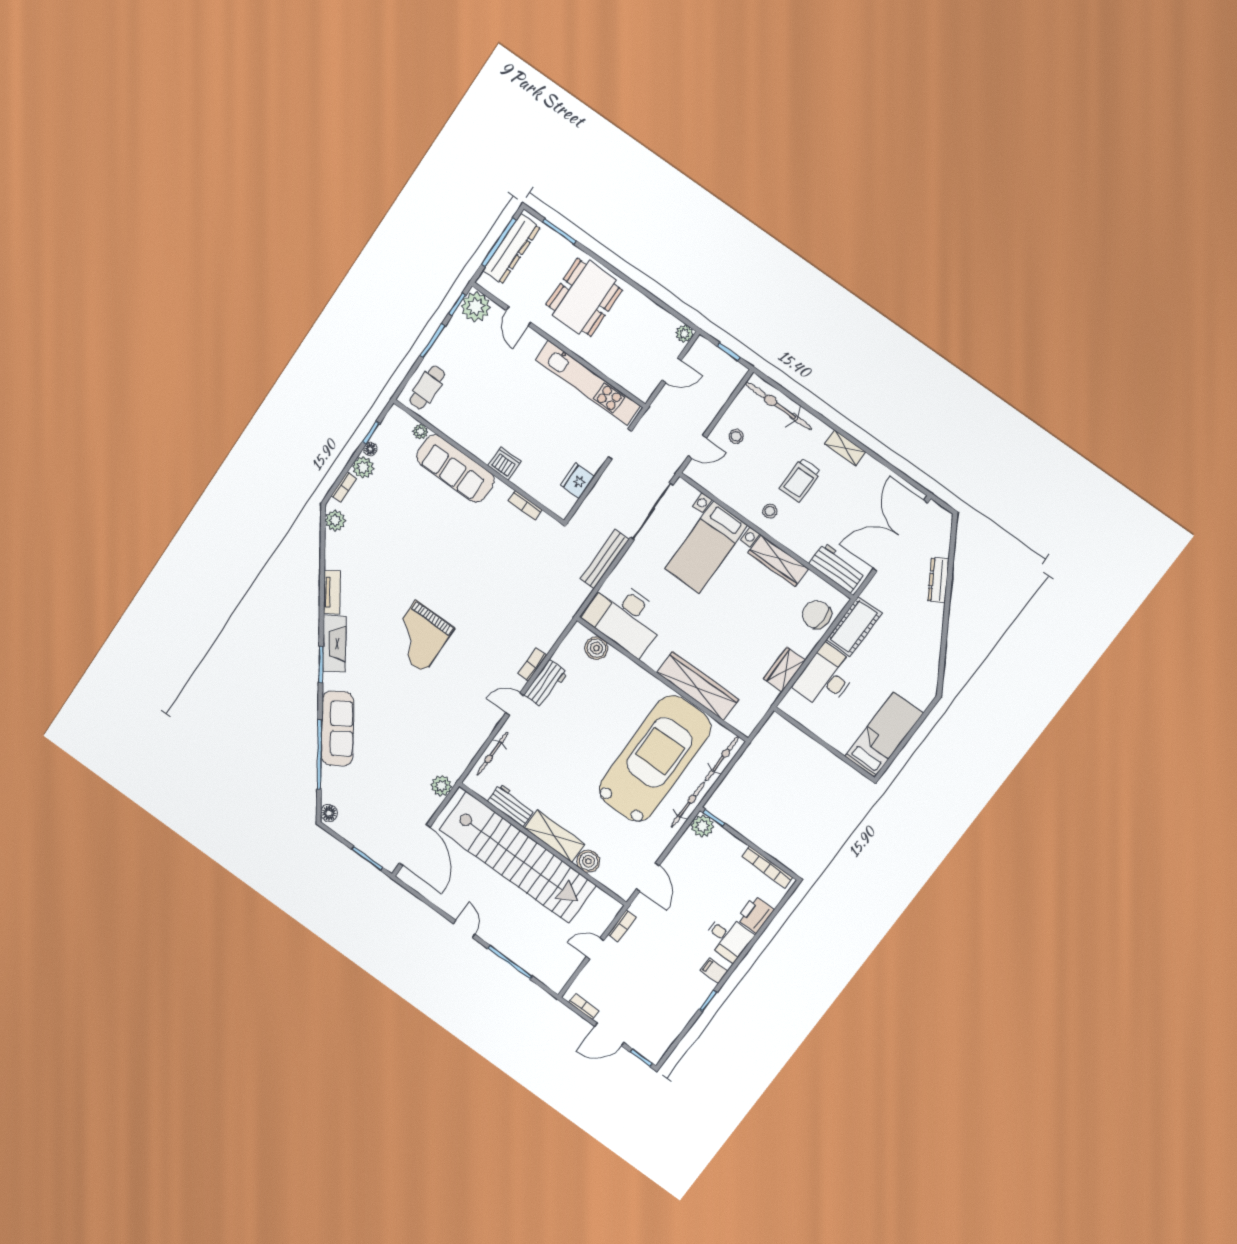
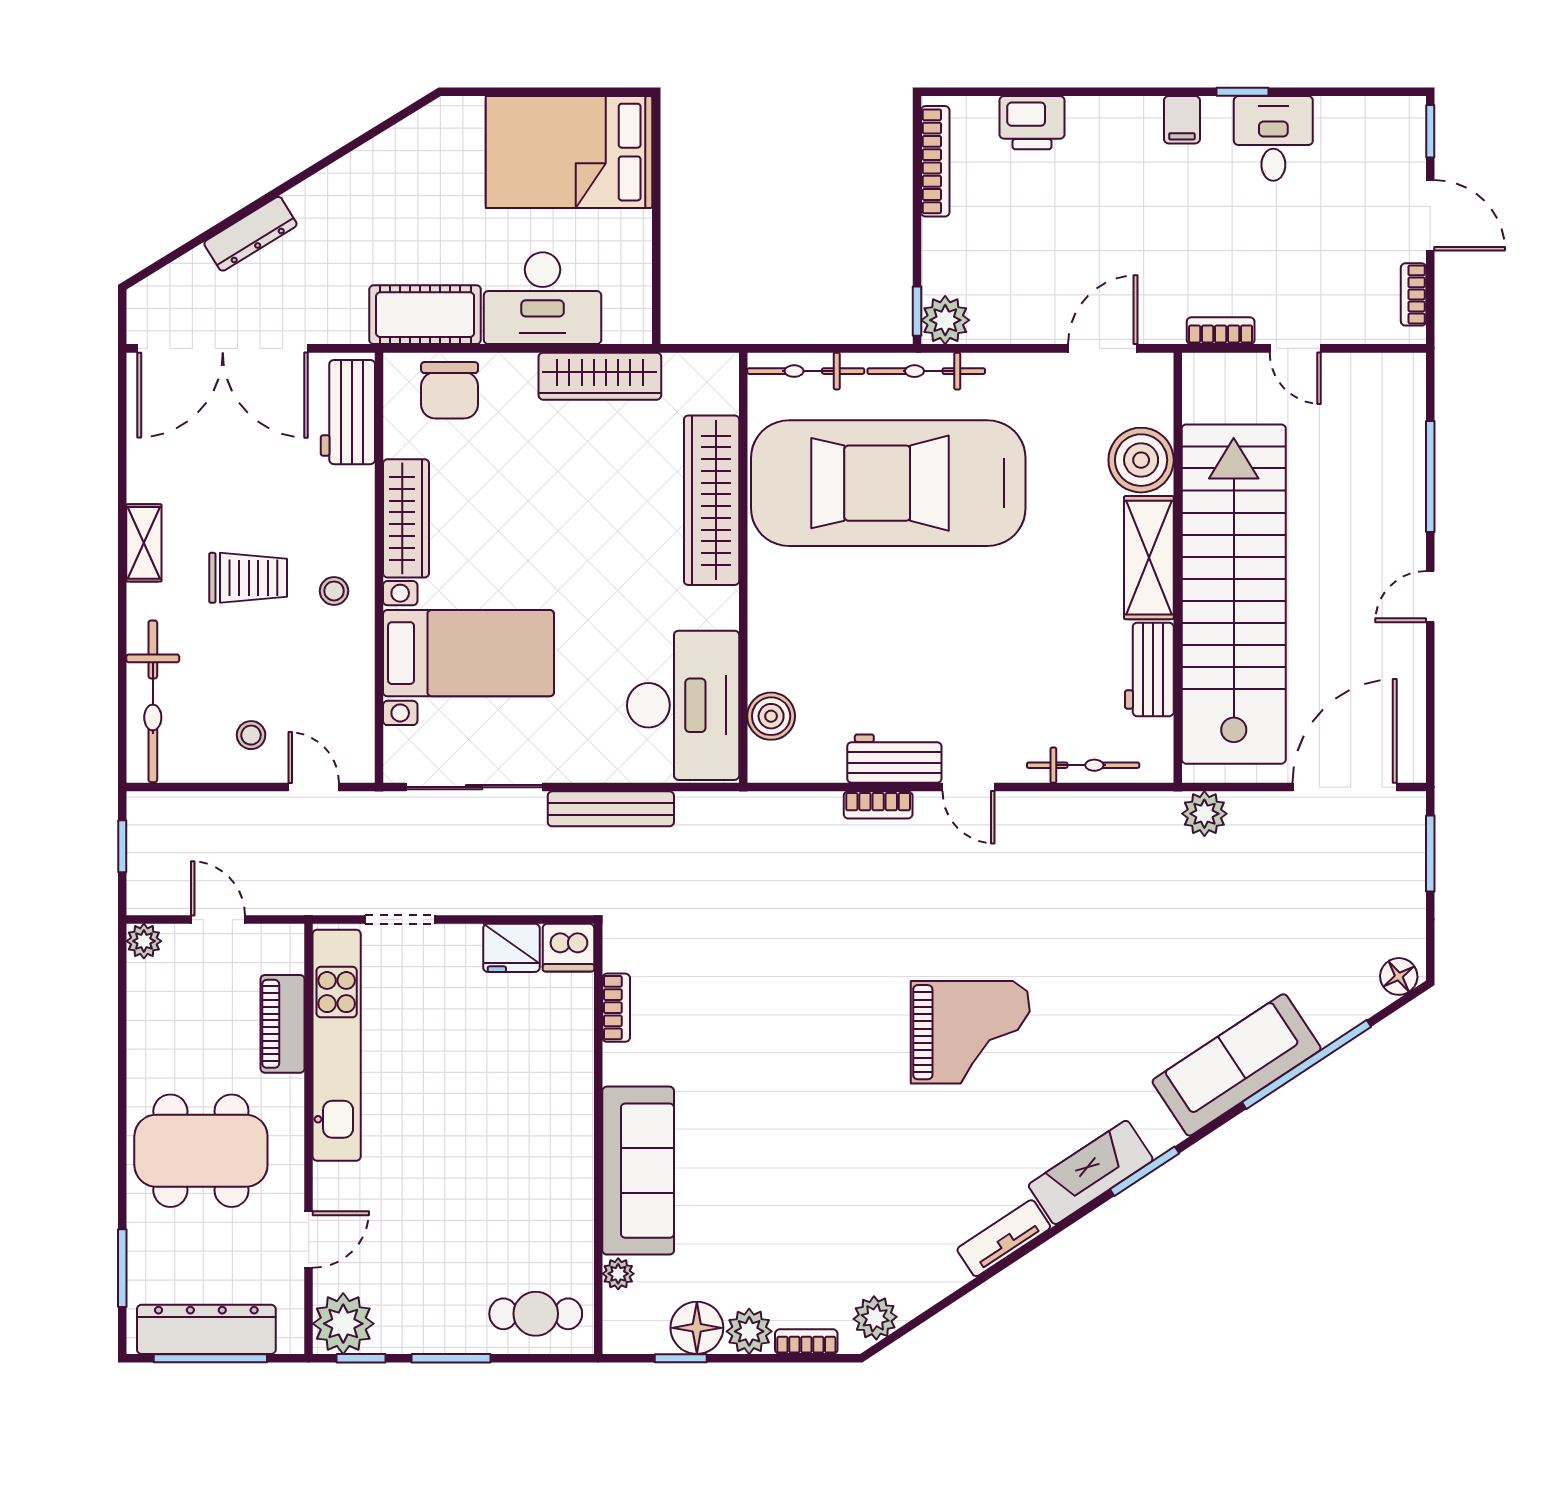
piano: (612, 367) -> (283, 1024), added
floor lamp: (370, 449) -> (697, 1328), width x1.89, depth x1.89
dishwasher: (504, 463) -> (568, 948), moved, turned -90
wardrobe: (784, 670) -> (600, 376), width x1.50
bed: (884, 735) -> (569, 152), width x1.50
boiler: (588, 861) -> (1141, 460), width x1.37, depth x1.37
desk: (728, 938) -> (1273, 138), moved

